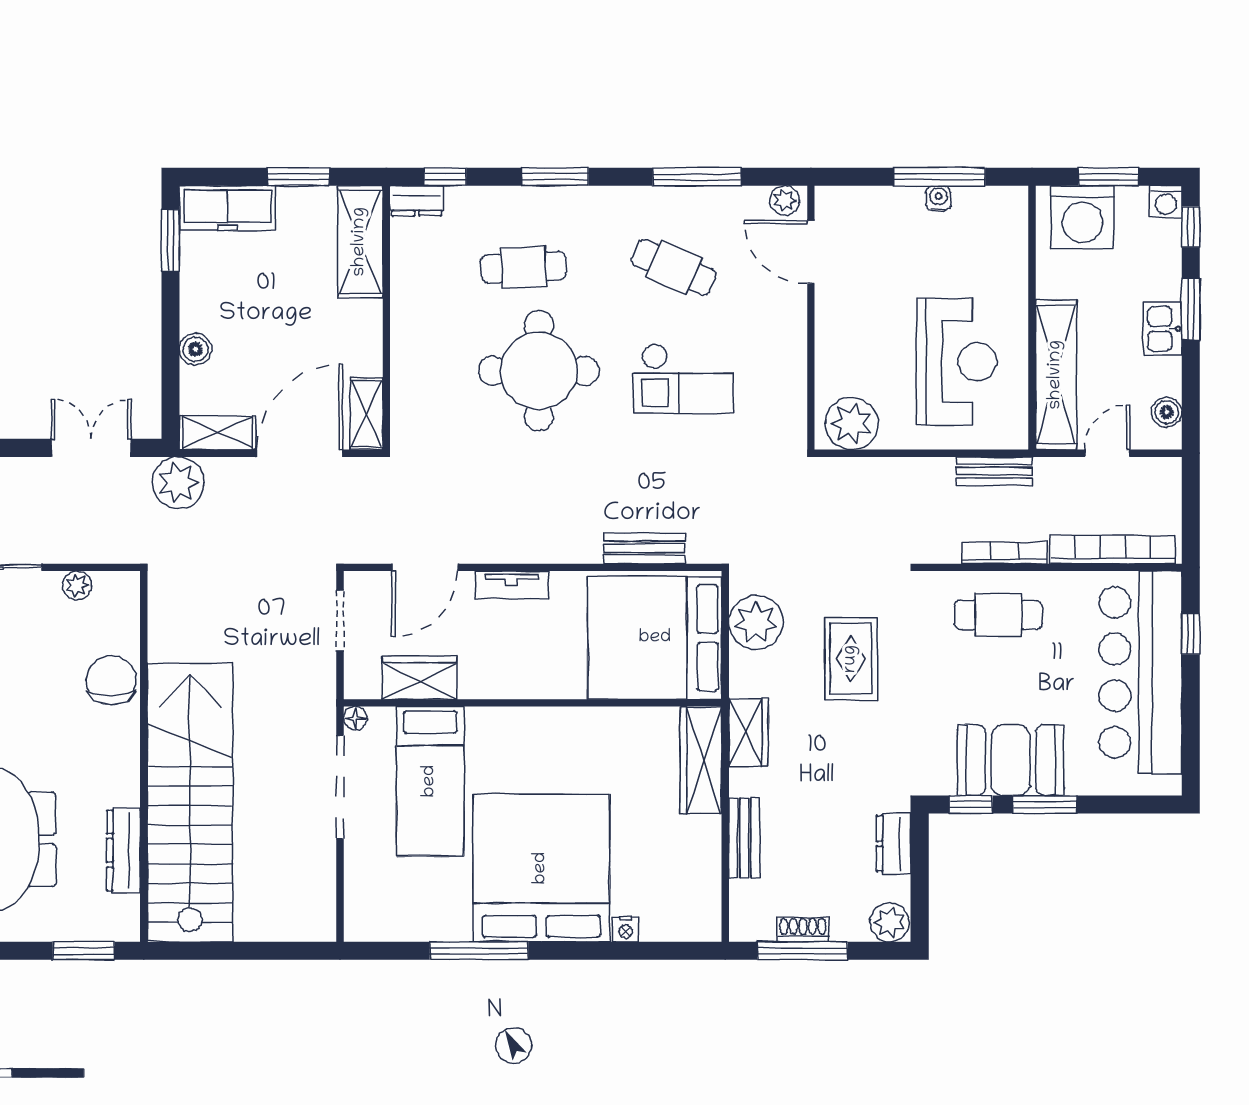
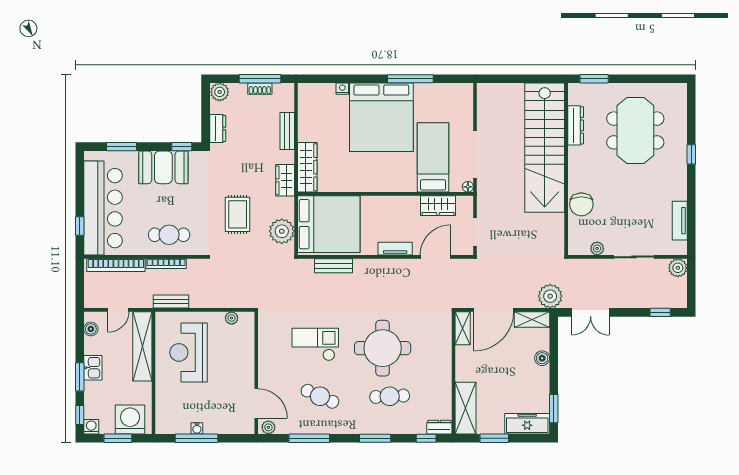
plant: (852, 423) -> (232, 318), width x0.53, depth x0.53
window: (1045, 805) -> (121, 147), moved

